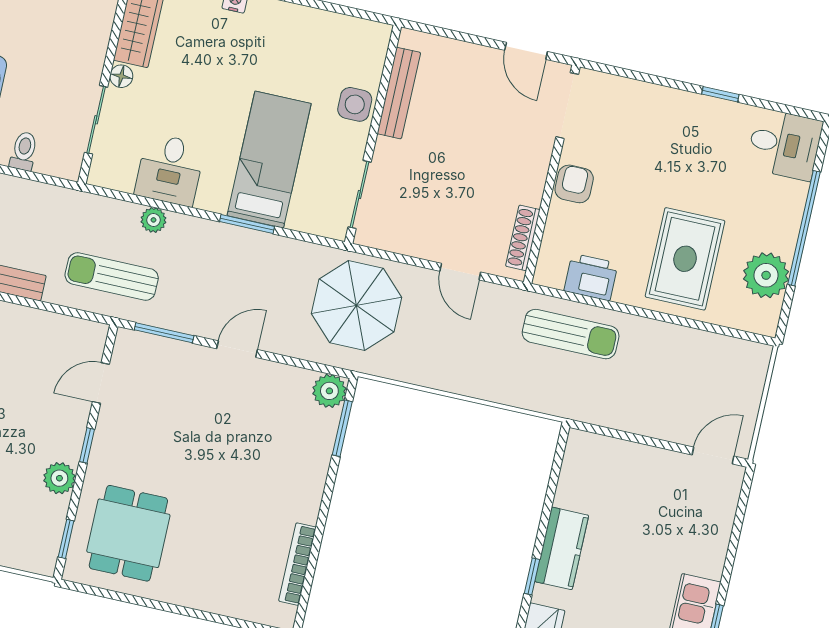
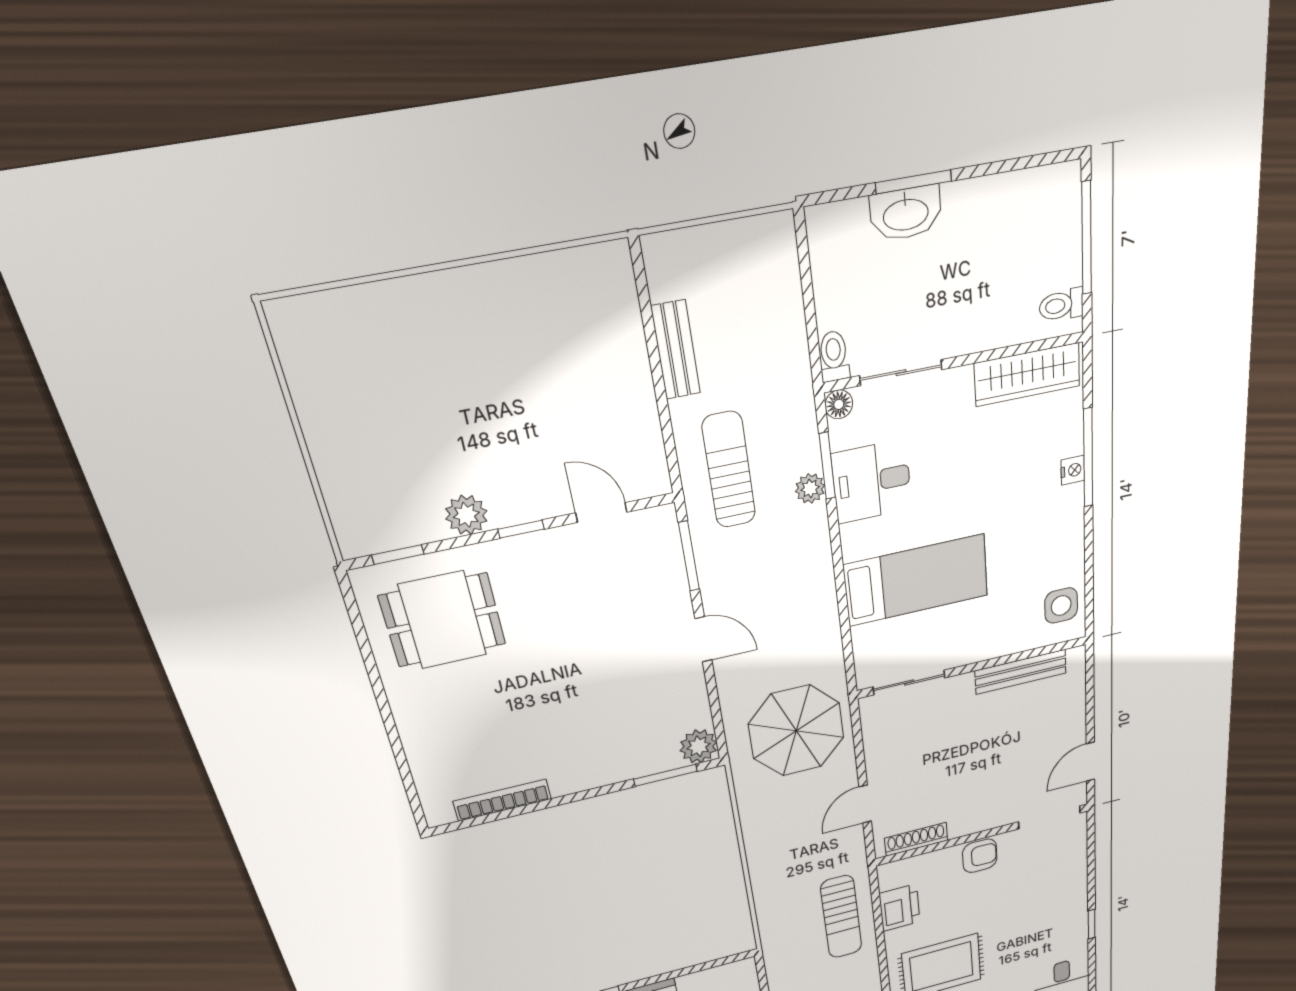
floor lamp: (121, 76) -> (839, 404), moved
side table: (355, 104) -> (1061, 605), moved
toilet: (24, 151) -> (834, 356), moved, turned -90
window: (247, 224) -> (827, 466), moved

